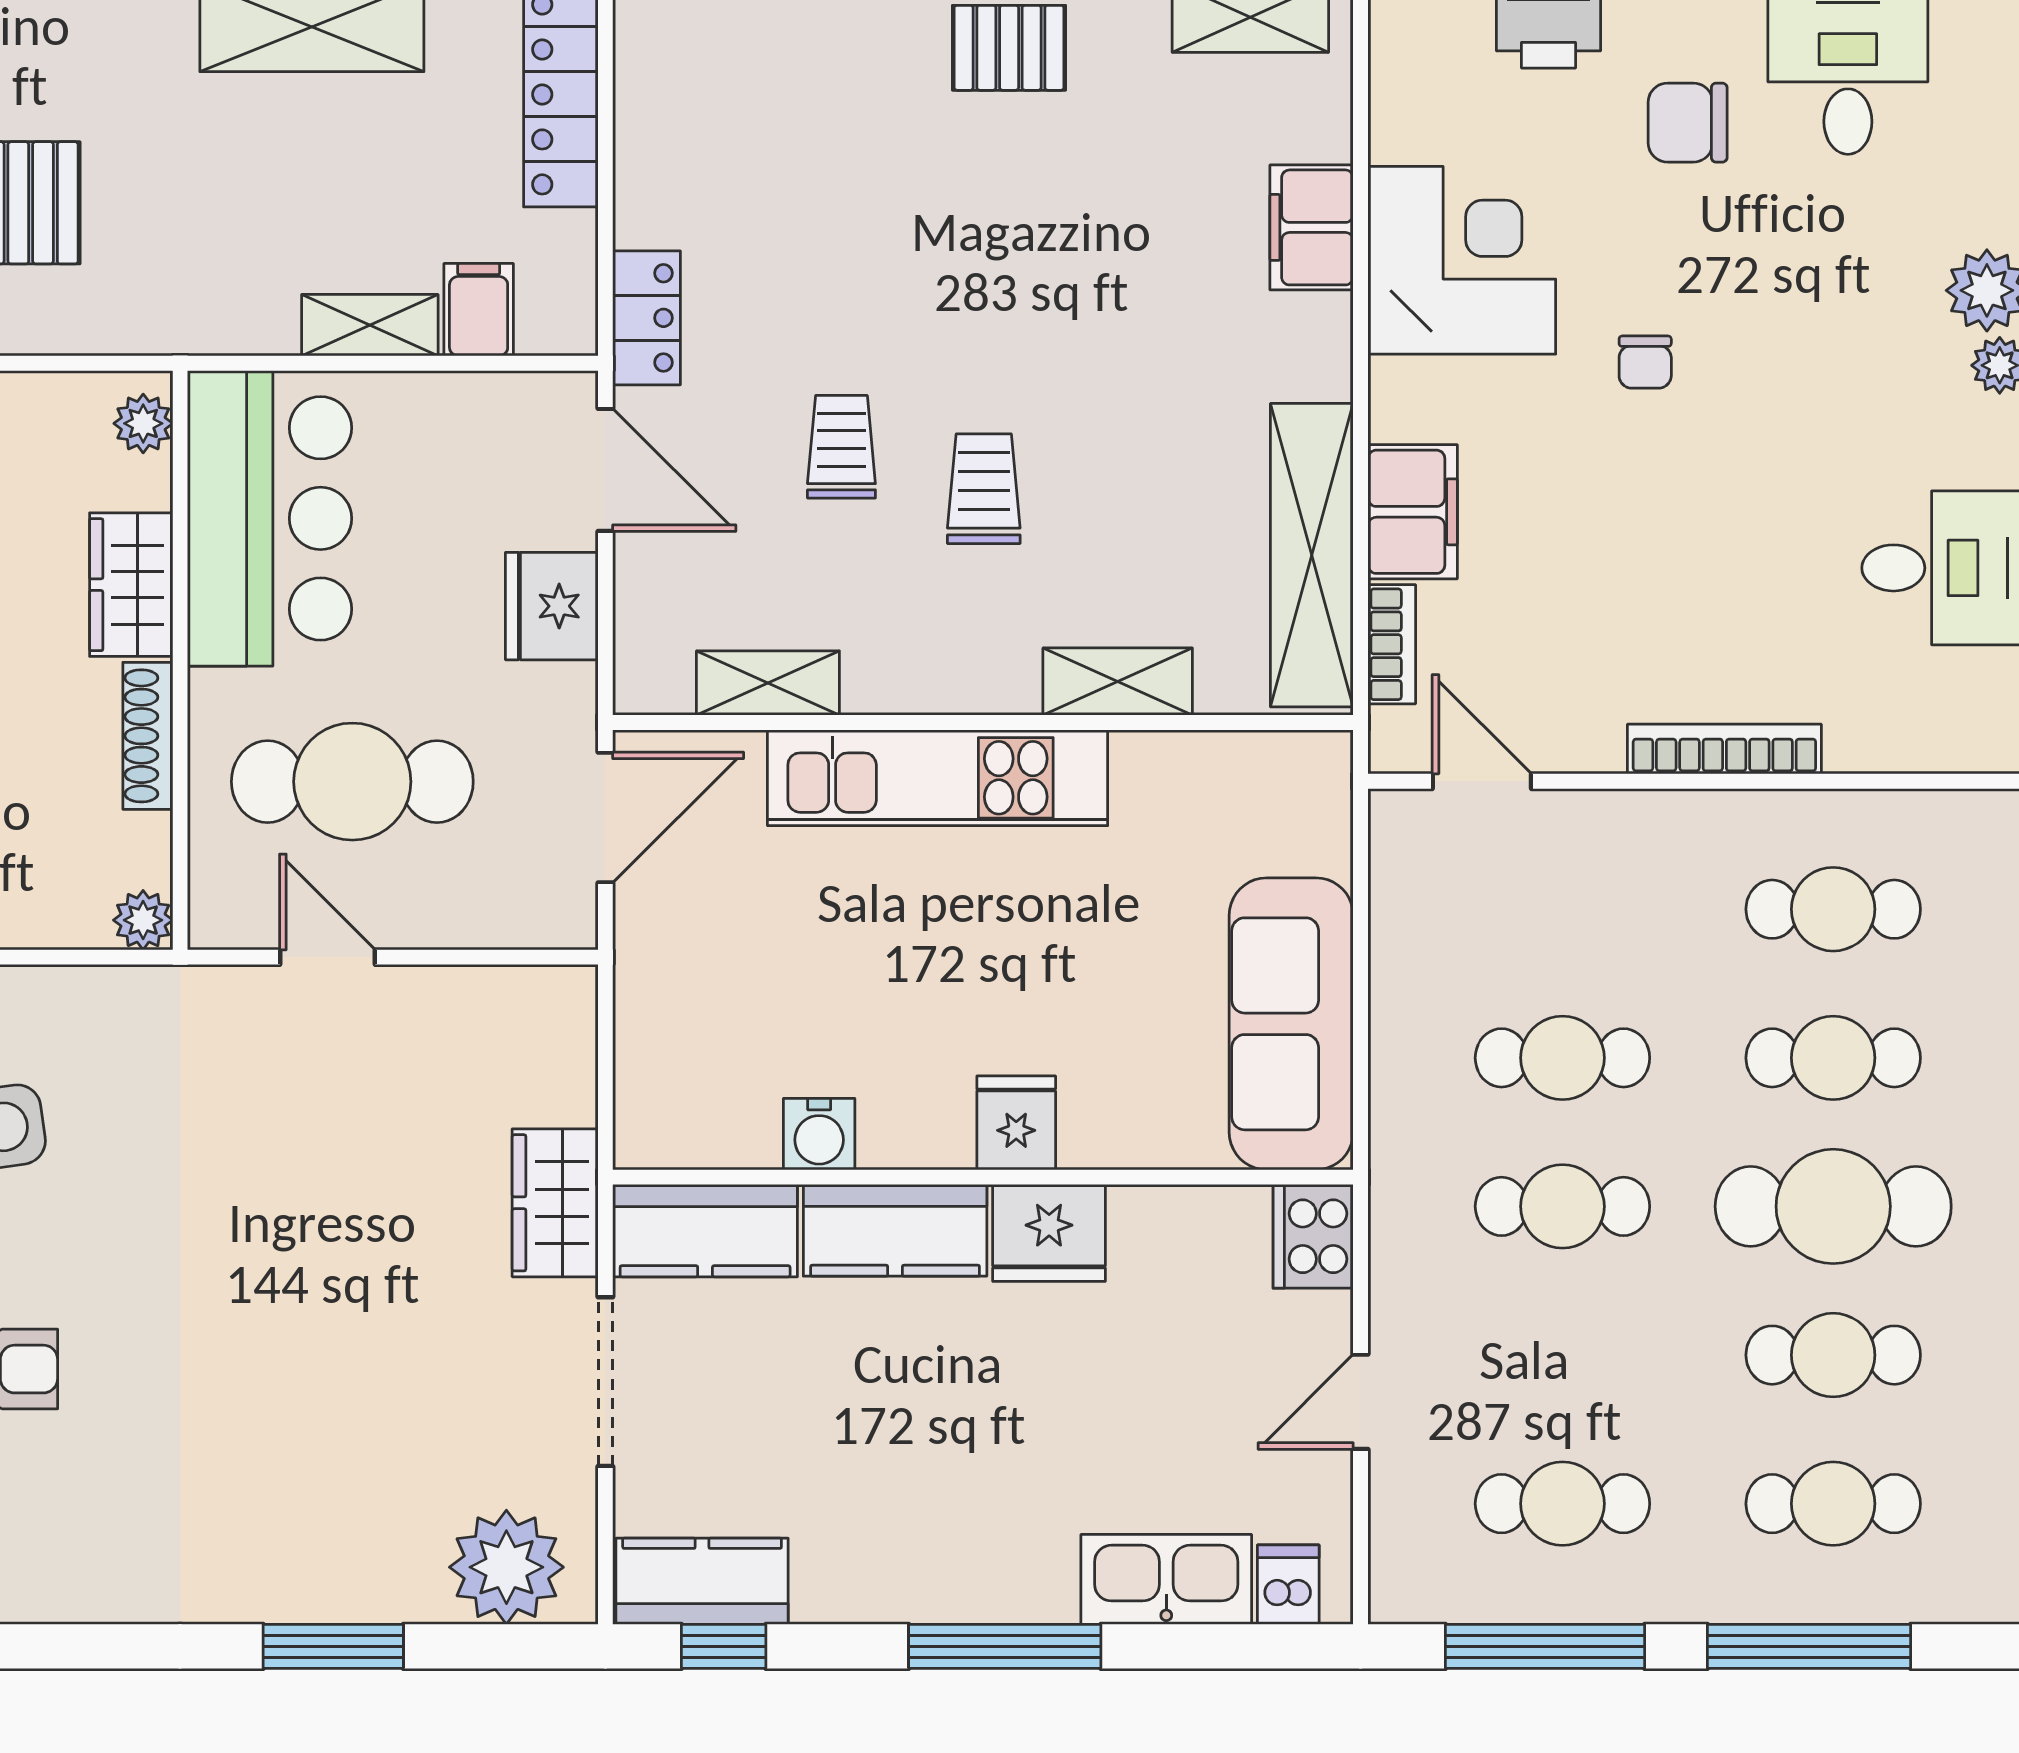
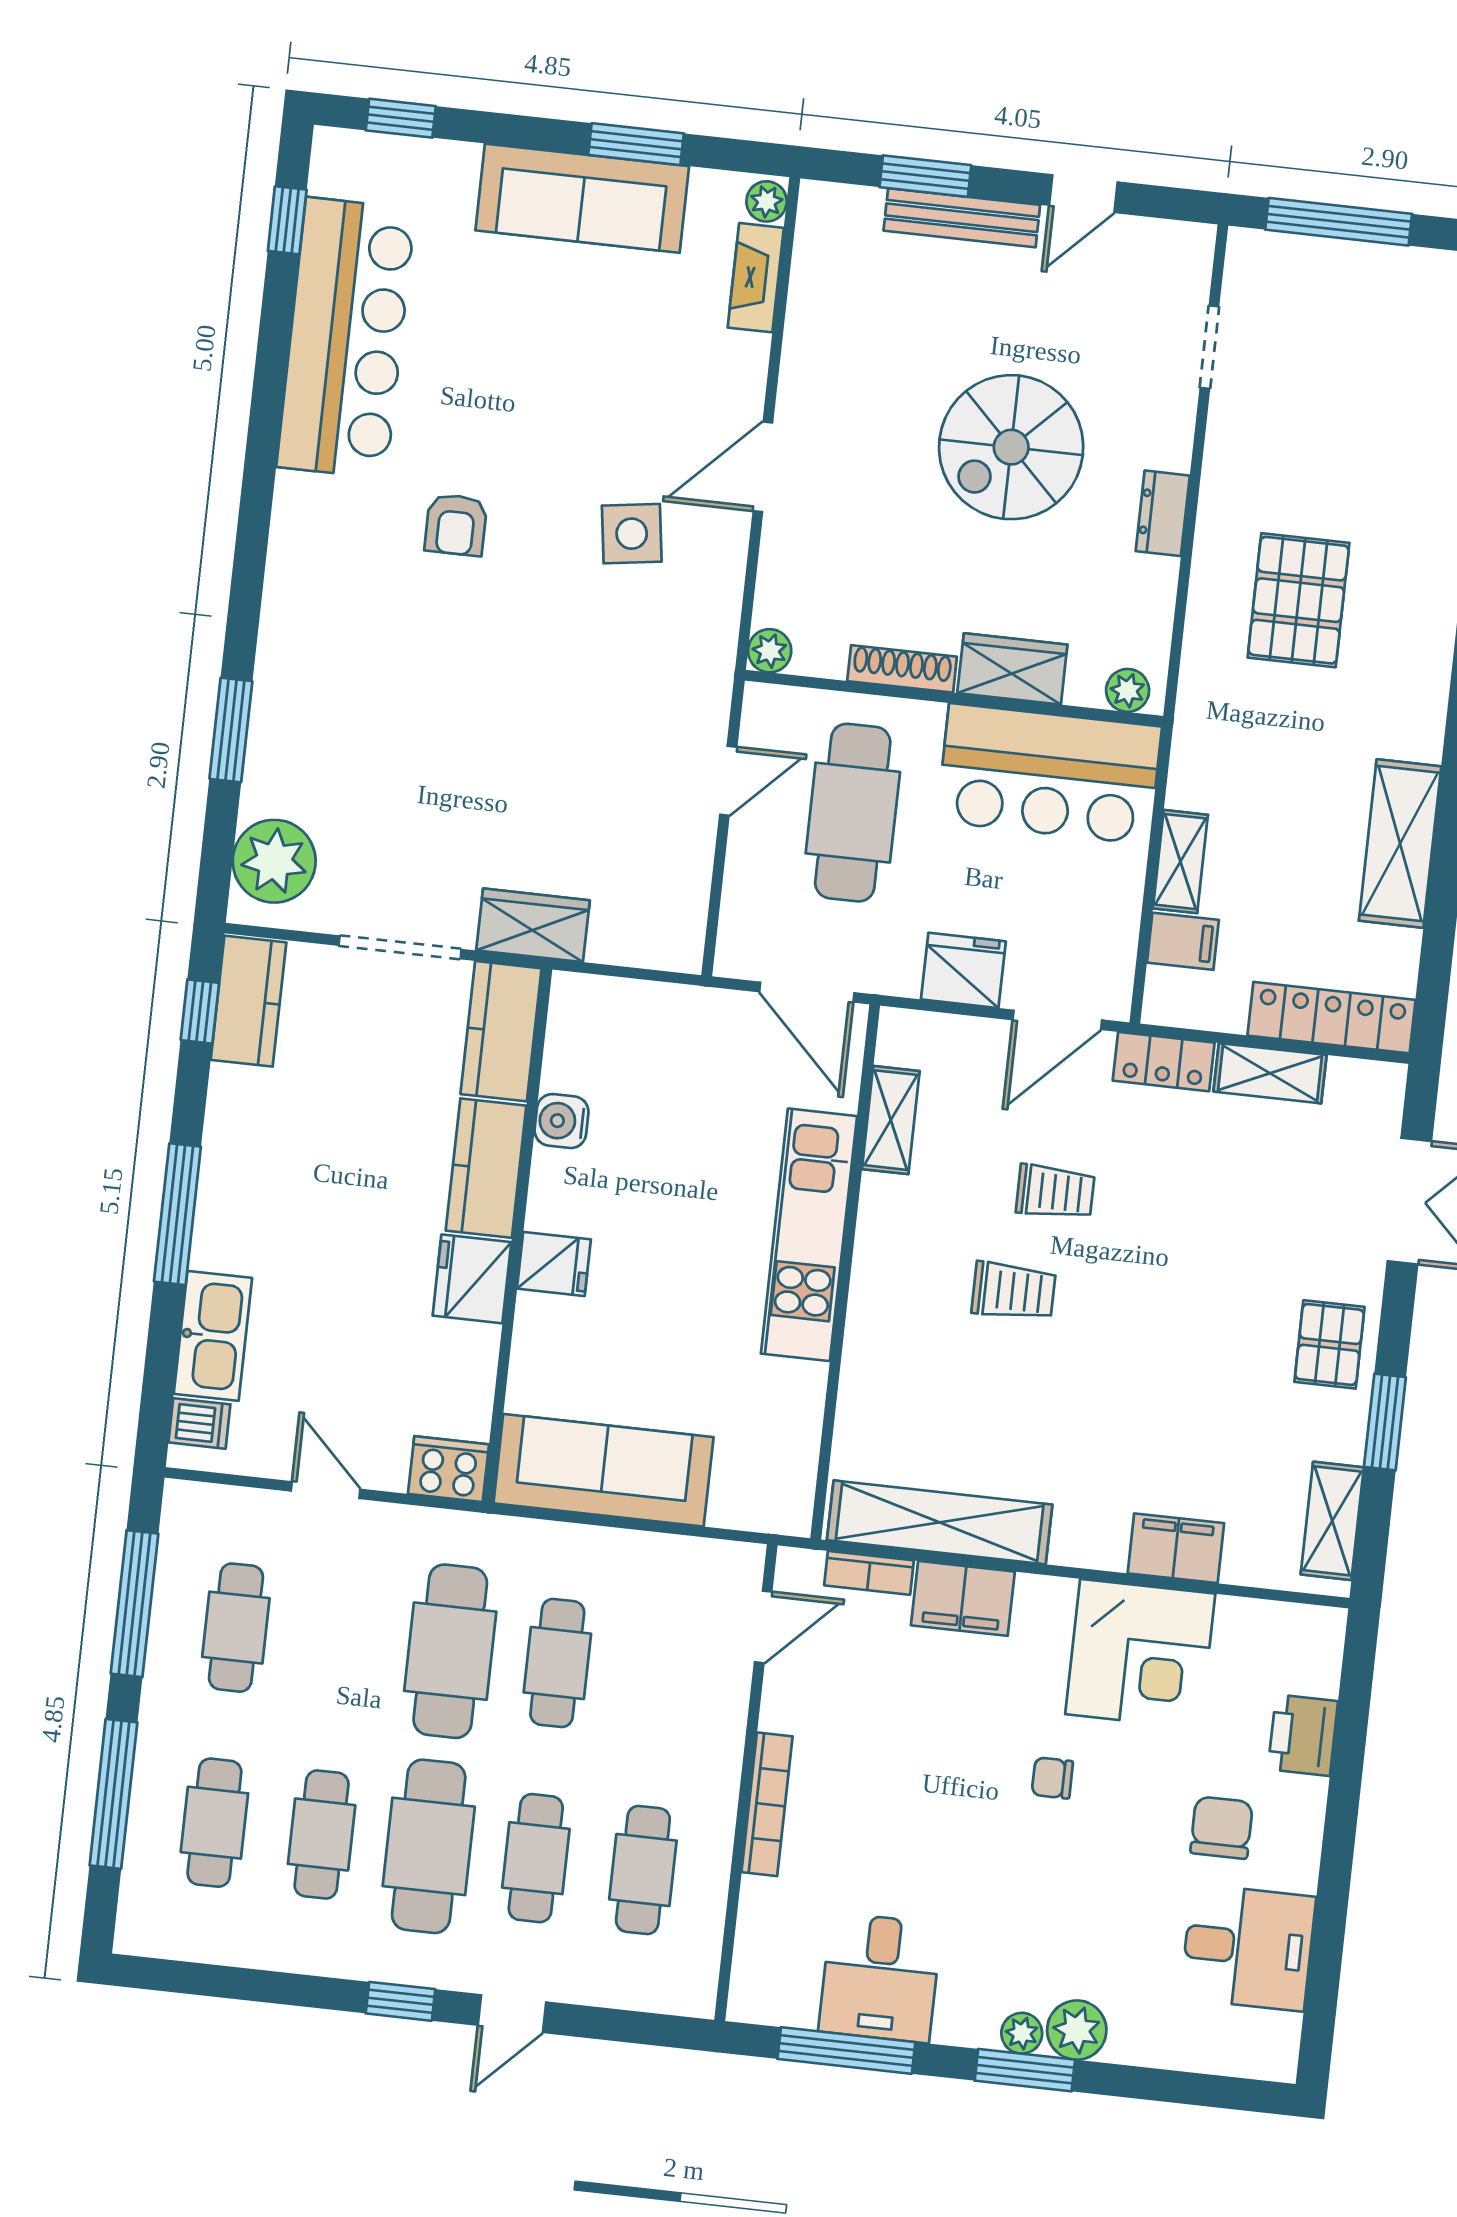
shelving: (1118, 682) -> (1270, 1073), moved, turned 90
cafe table: (1562, 1206) -> (450, 1651), width x1.37, depth x1.35

